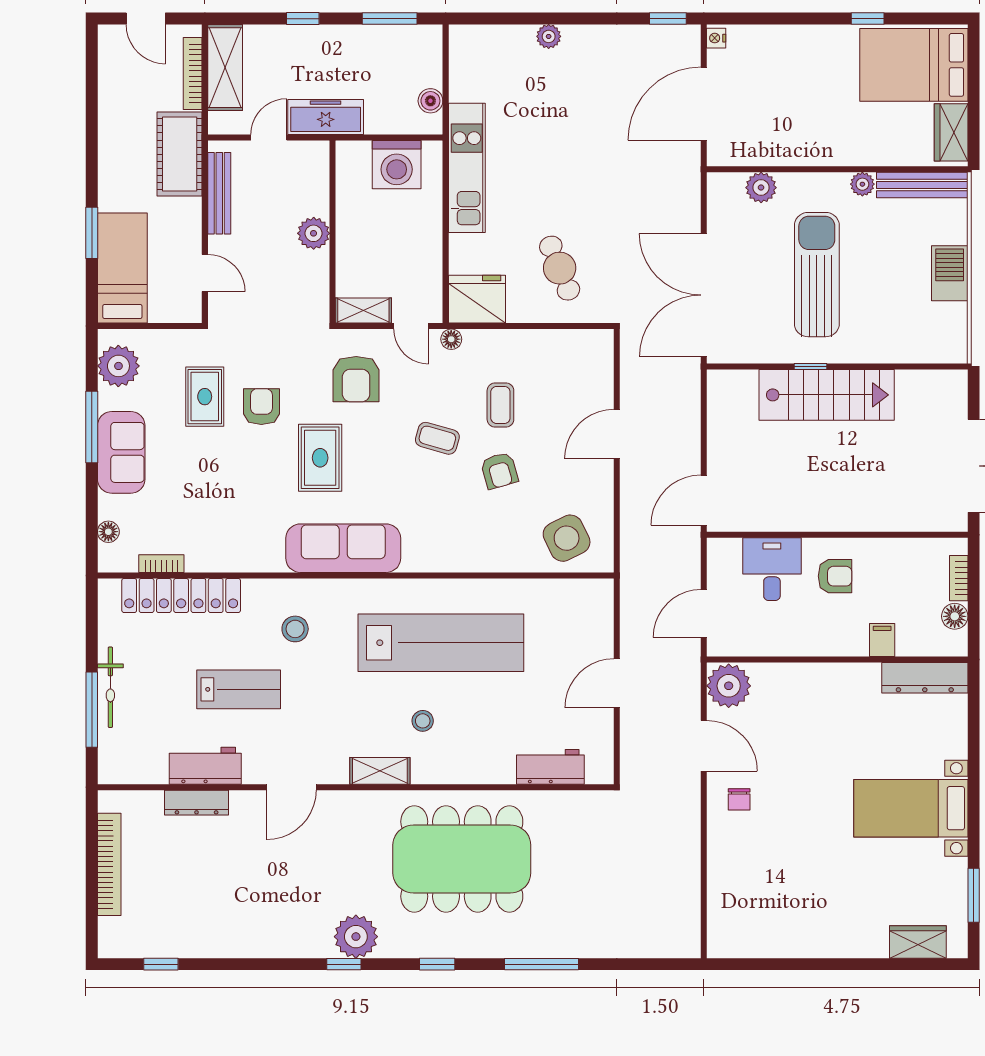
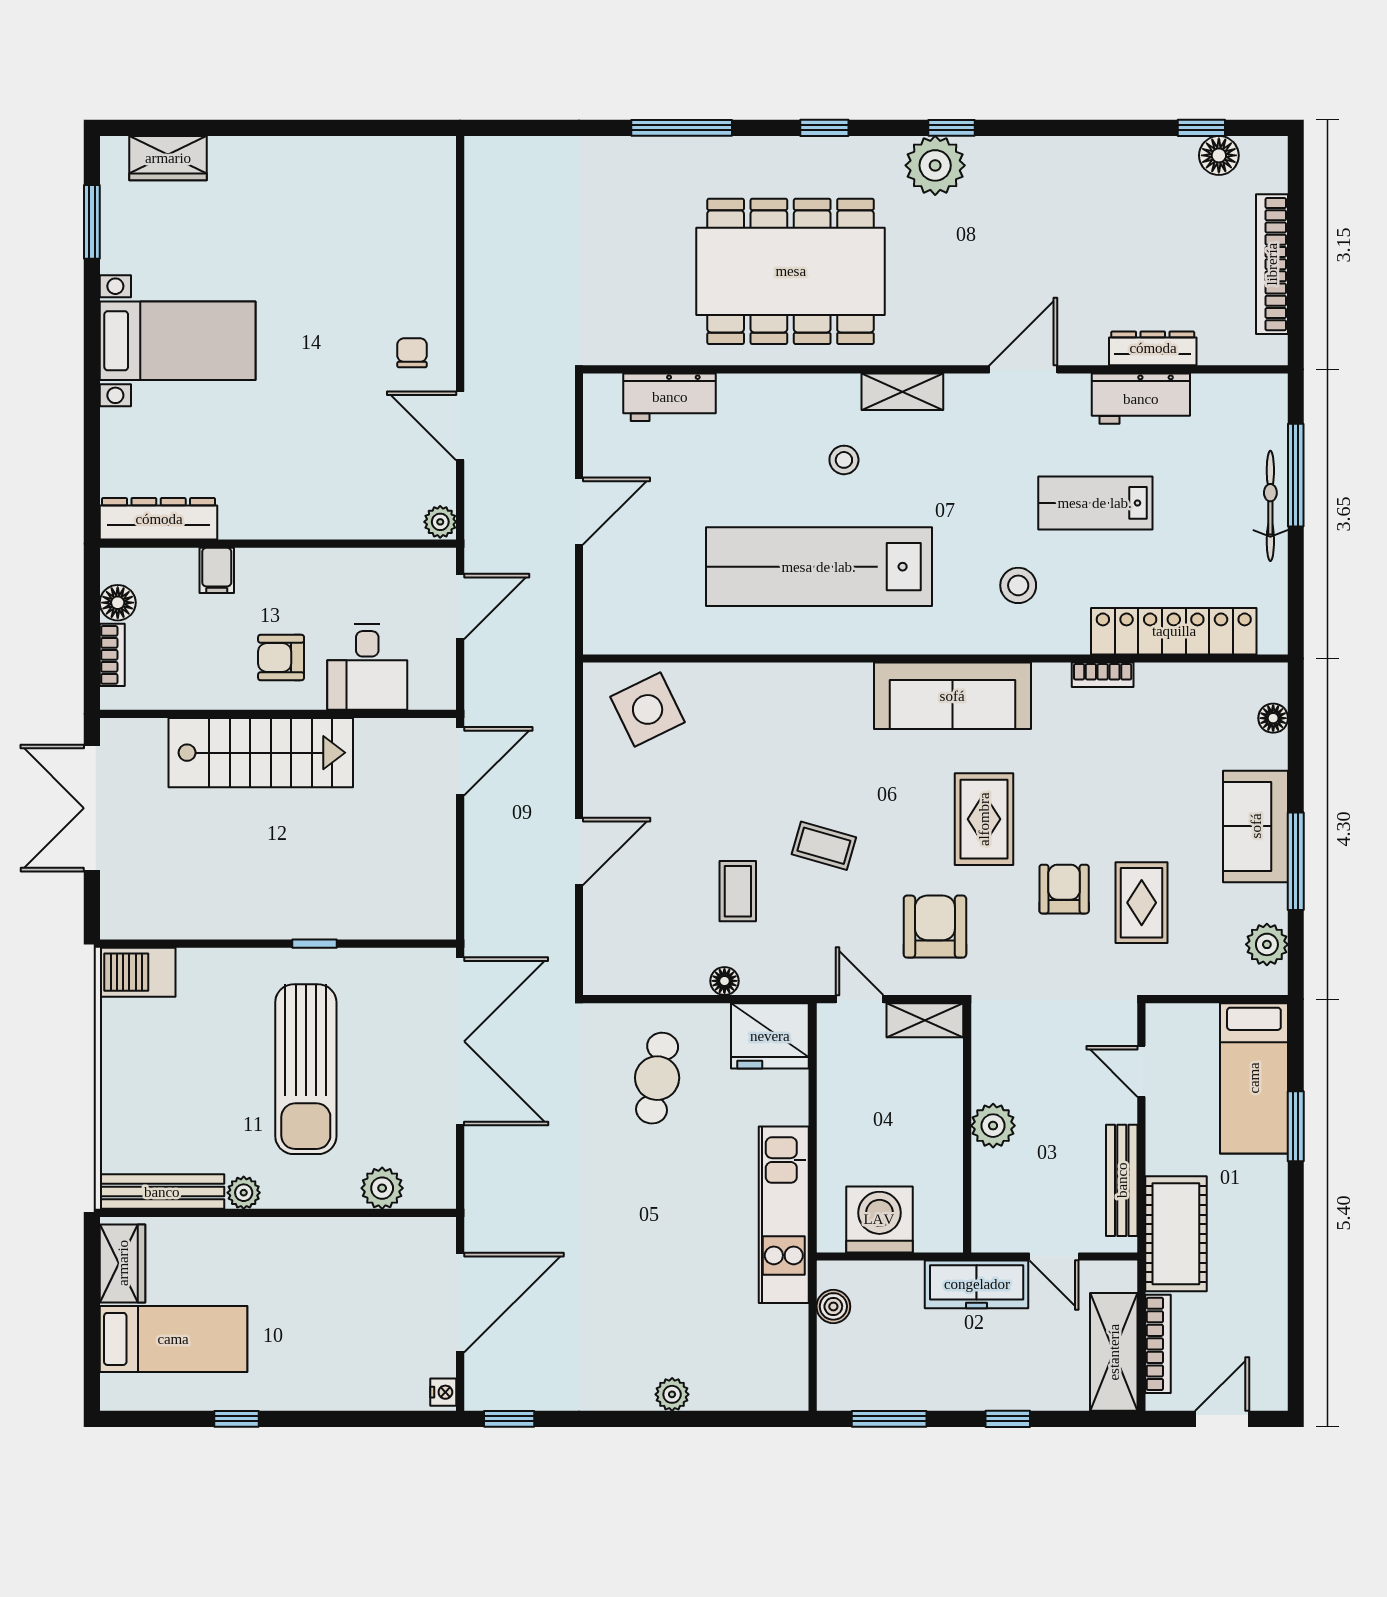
door: (146, 19) -> (1222, 1419), hinge flipped
bed: (914, 65) -> (173, 1339), width x0.67
door: (269, 137) -> (1054, 1256), hinge flipped
cafe table: (560, 268) -> (657, 1078), turned 32
barbecue: (950, 273) -> (138, 972), moved, turned 90
floor lamp: (451, 339) -> (724, 981), moved
plant: (118, 366) -> (1267, 944), width x0.73, depth x0.73
stairs: (827, 395) -> (261, 753), moved, turned 180
armchair: (261, 407) -> (1064, 889), turned 180
armchair: (499, 471) -> (739, 802), removed
bookcase: (161, 564) -> (1103, 675), moved
plant: (729, 686) -> (440, 522), width x0.53, depth x0.53
floor lamp: (148, 944) -> (1219, 155), added

